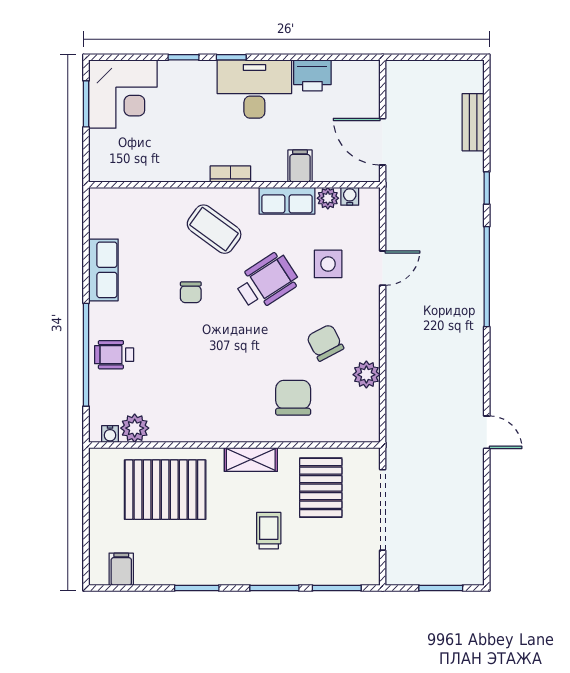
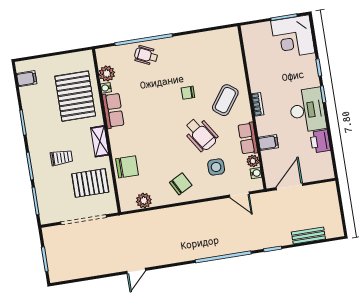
door: (383, 268) -> (239, 195), moved
row of seats: (103, 270) -> (113, 110), moved, turned -90
chair: (325, 343) -> (181, 184), moved
wheelchair: (114, 355) -> (146, 55), turned -65
plant: (366, 375) -> (144, 201), moved
chair: (293, 398) -> (127, 167), moved
water cooler: (110, 434) -> (106, 88), moved

